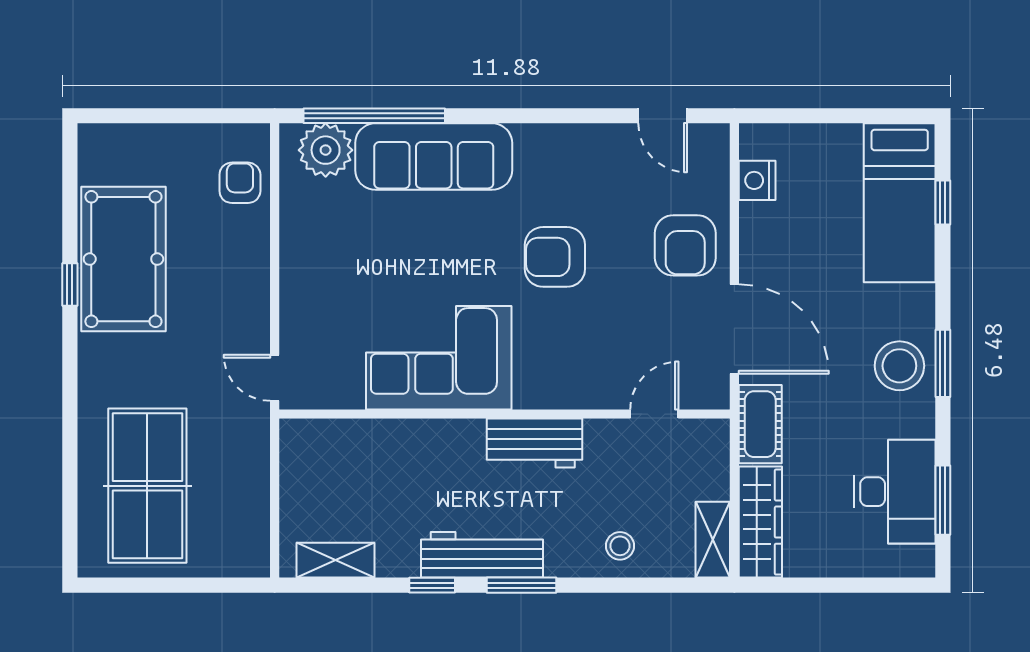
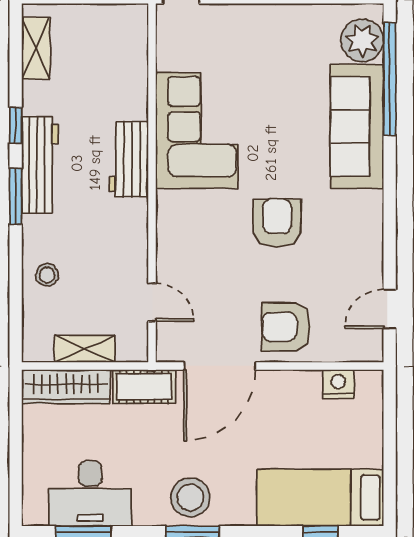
workbench: (535, 443) -> (129, 160), moved
shelving: (713, 540) -> (85, 349), moved

